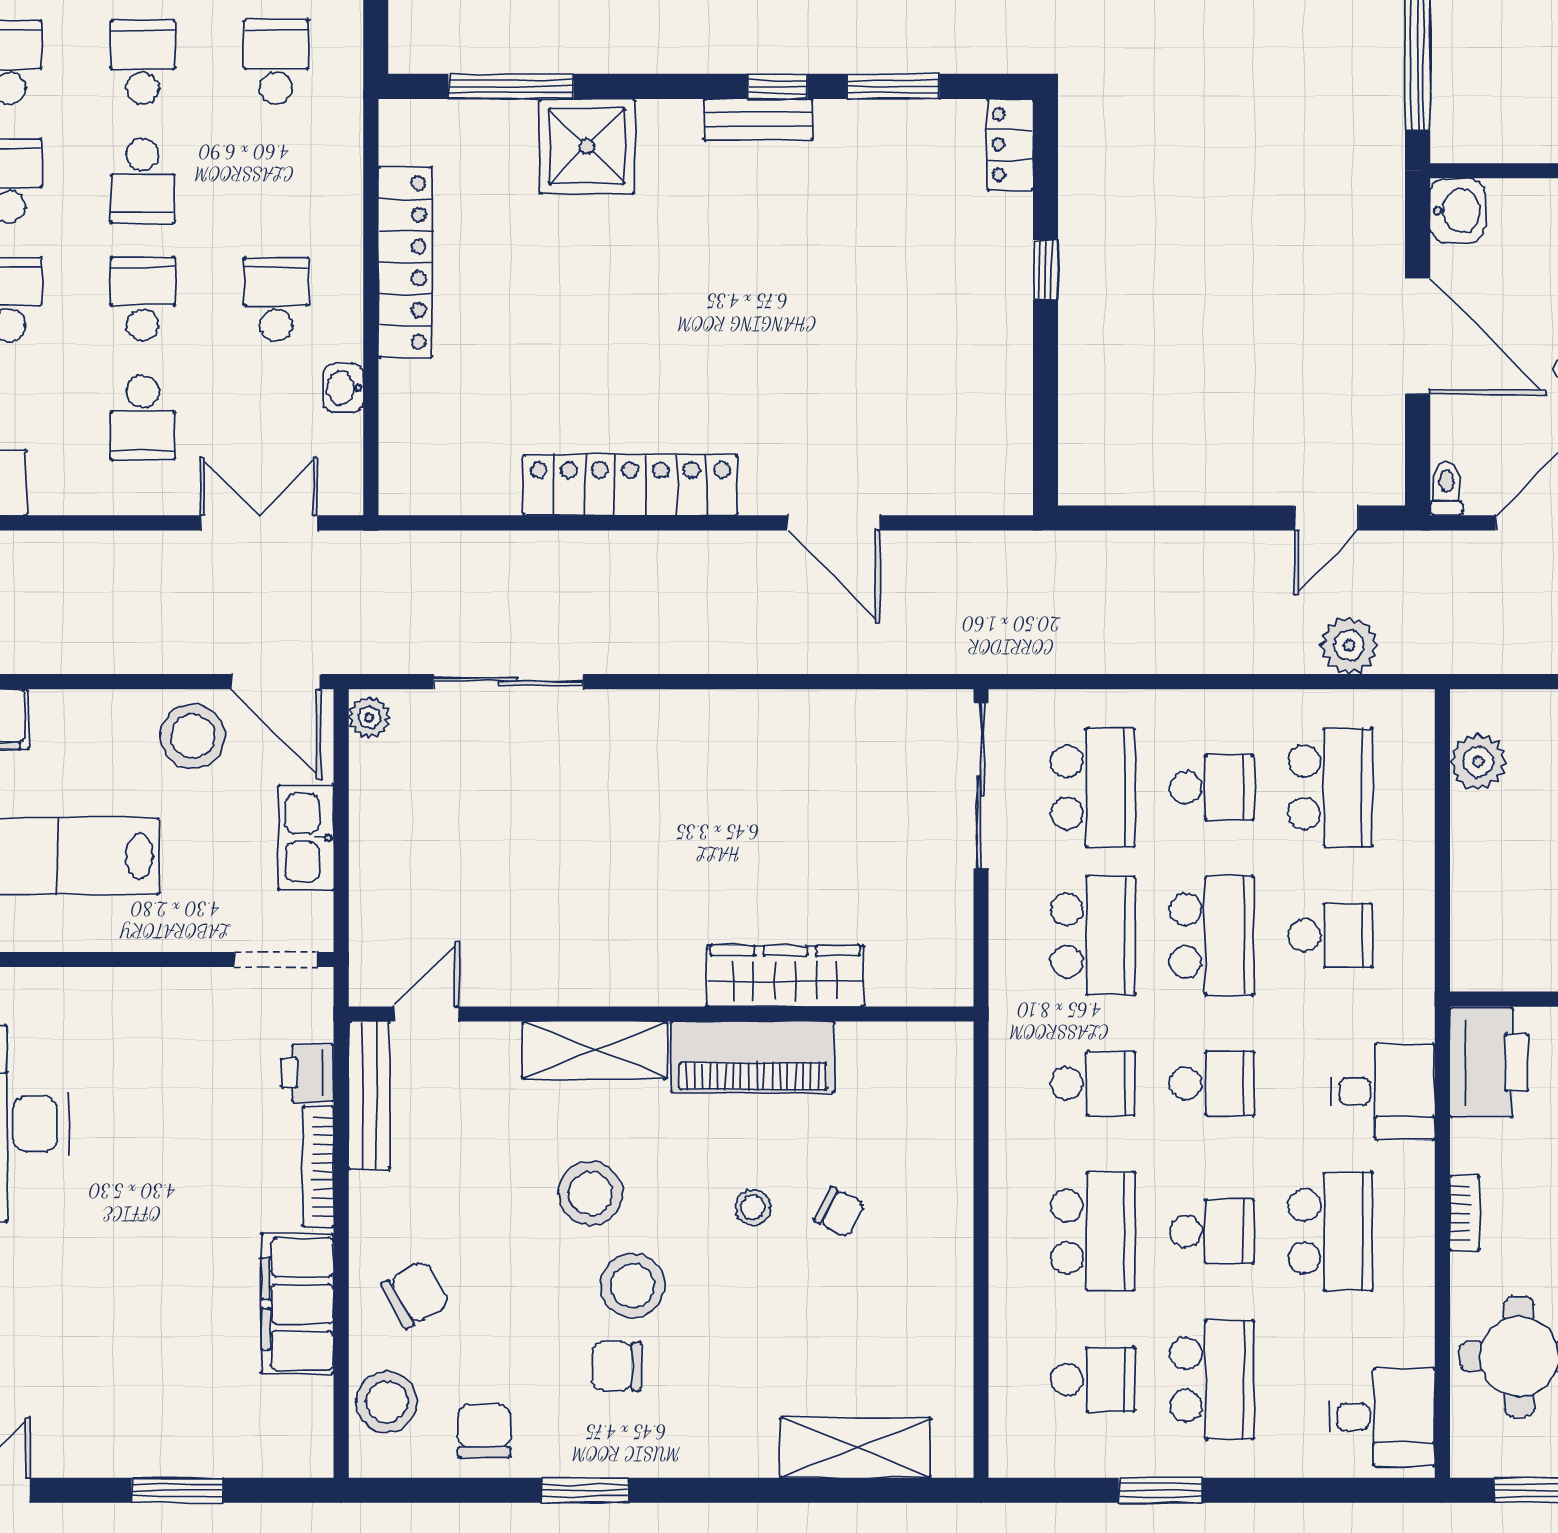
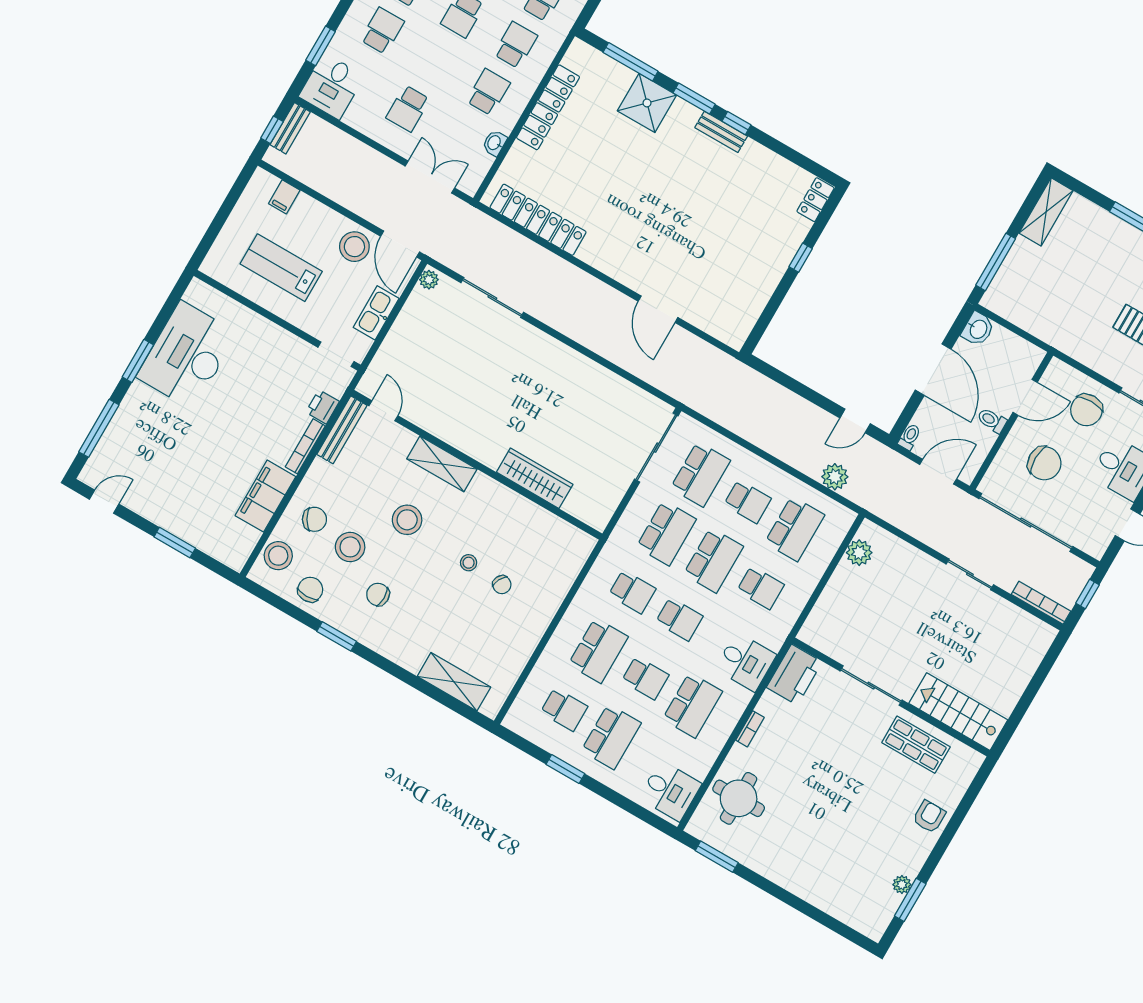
window: (893, 86) -> (694, 99), moved
school desk: (143, 299) -> (516, 45), moved
locker: (630, 485) -> (538, 220), moved
door: (427, 1014) -> (383, 411), hinge flipped
piano: (753, 1057) -> (503, 503), removed
stool: (633, 1285) -> (350, 547), moved

